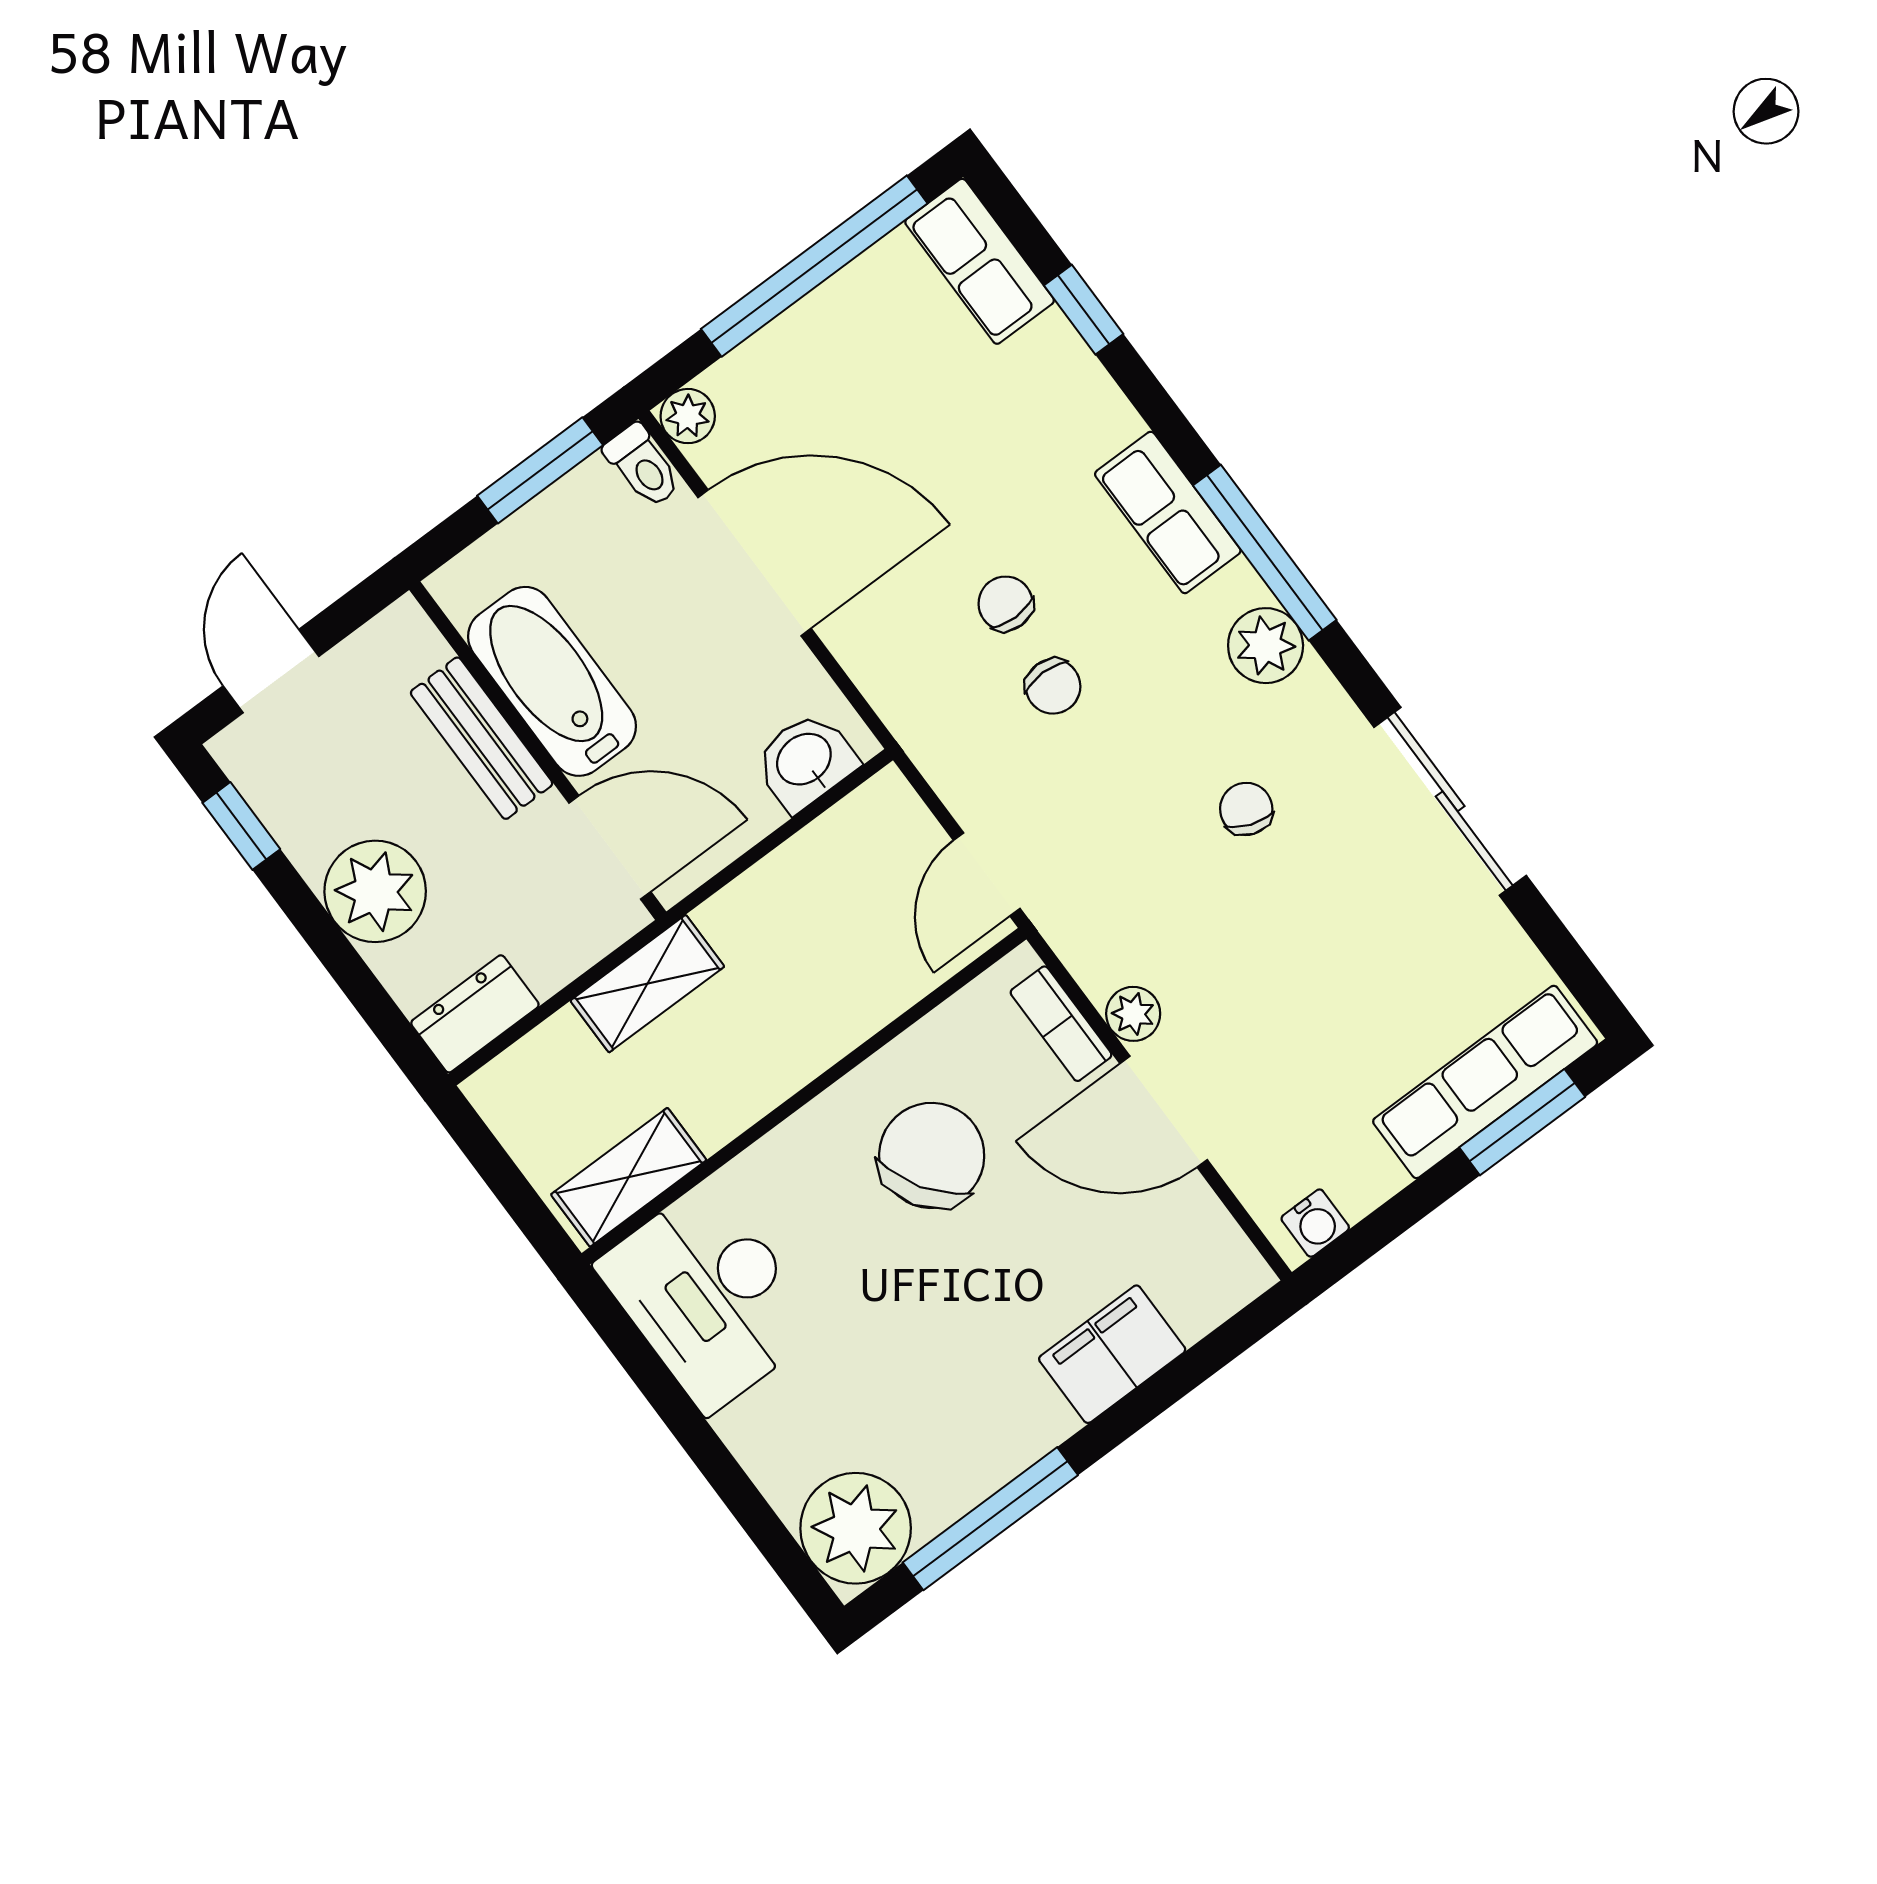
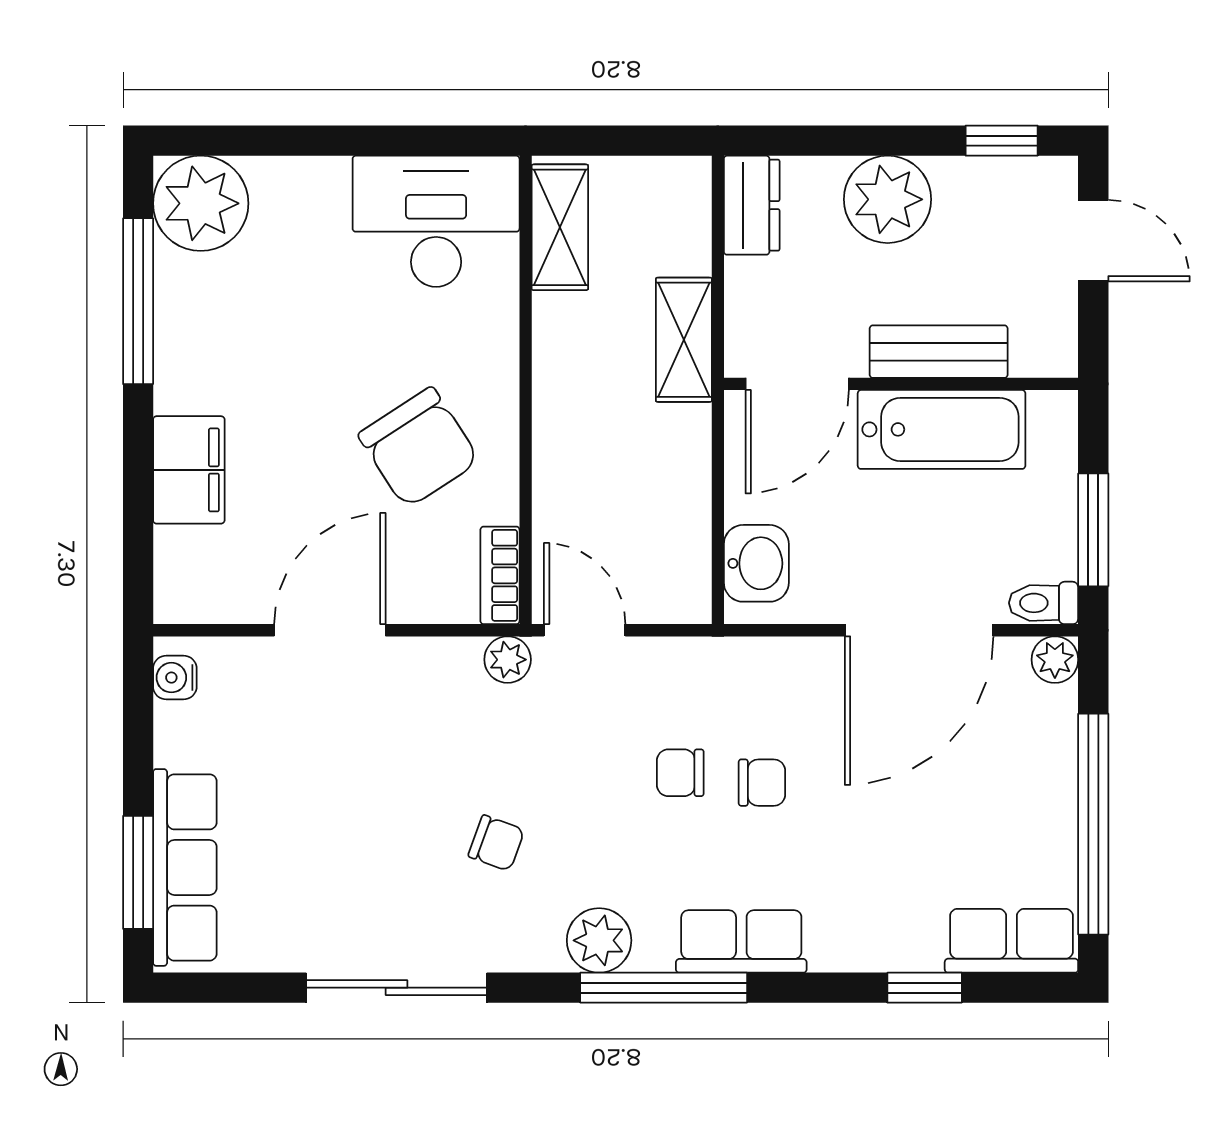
plant: (1133, 1014) -> (508, 660), moved
bookcase: (1061, 1024) -> (500, 575), moved, turned -90

